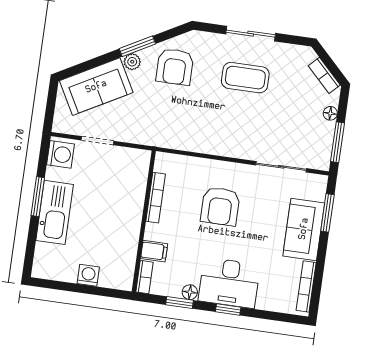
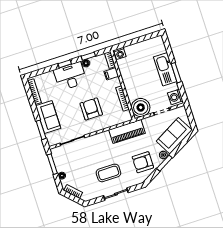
armchair: (175, 67) -> (143, 162), turned -90
piano: (176, 135) -> (127, 131), added
boiler: (131, 166) -> (141, 107), added
washing machine: (88, 275) -> (120, 53), moved

